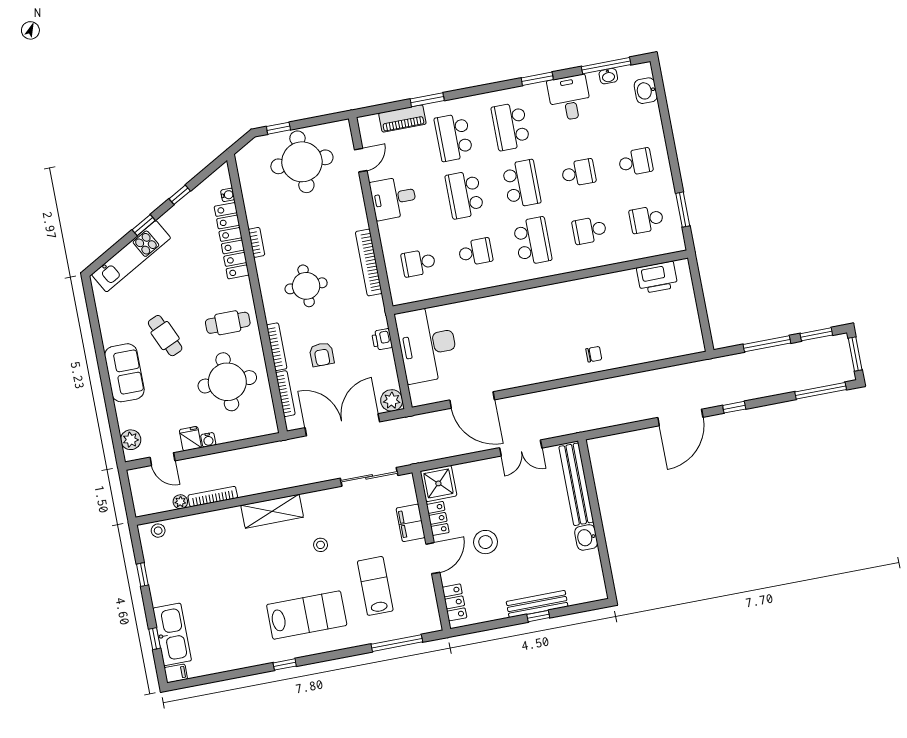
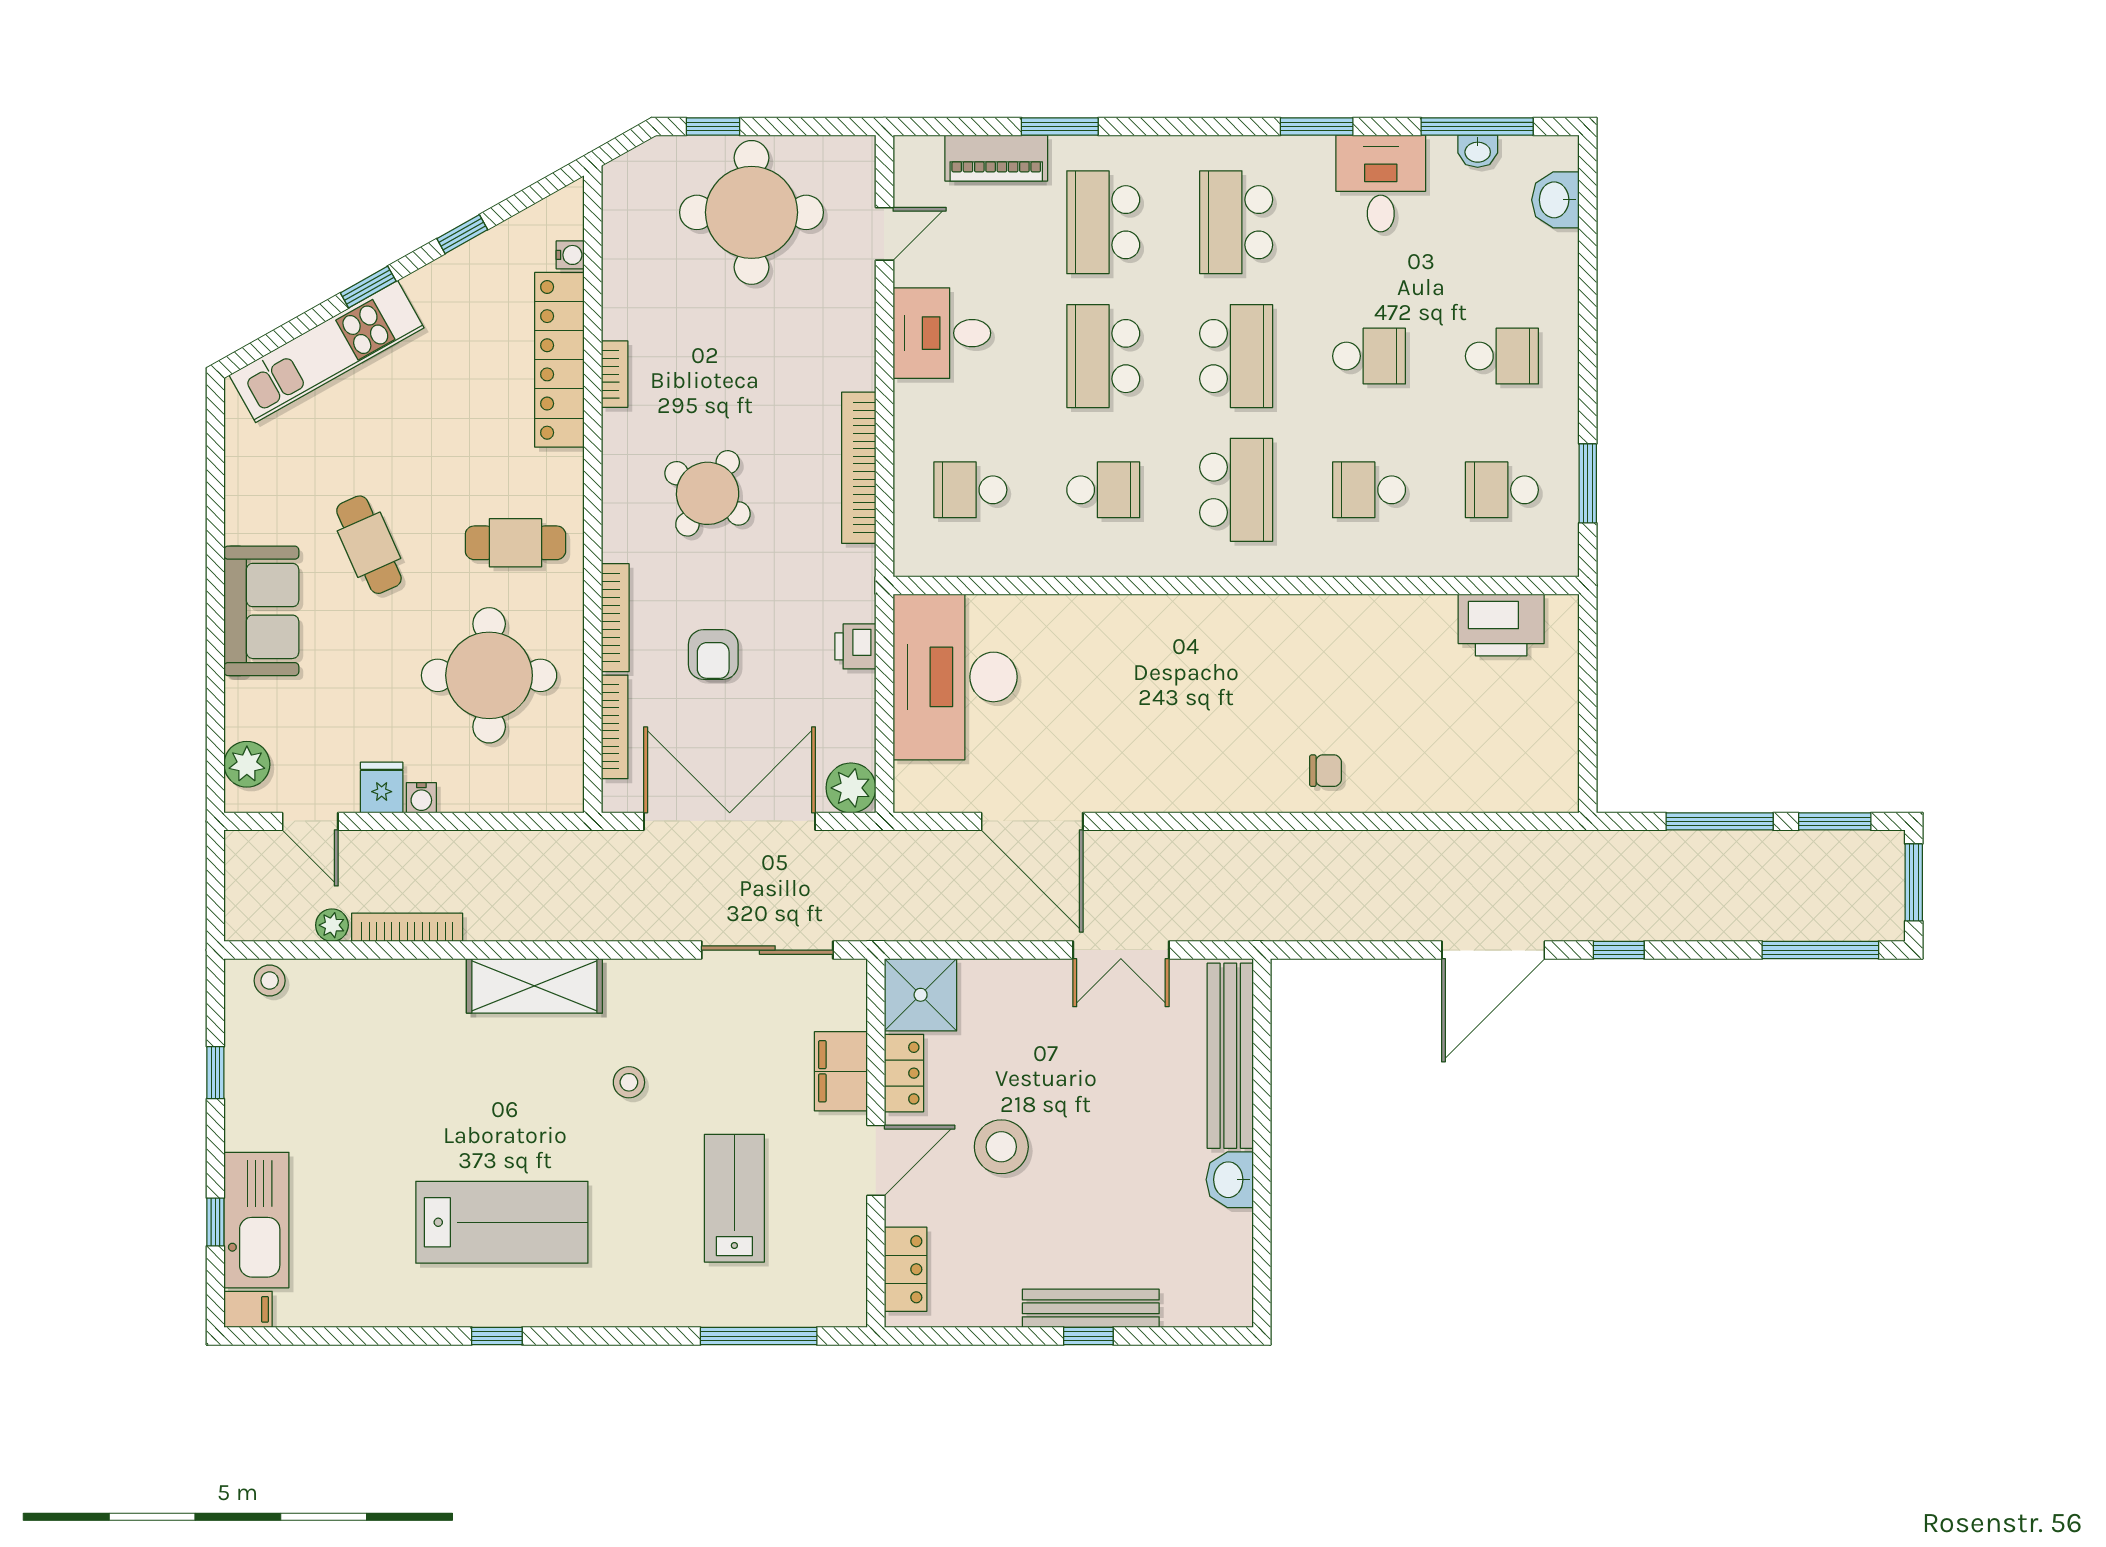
round table: (306, 286) -> (708, 493), turned 33
lab bench: (307, 615) -> (502, 1222), moved

